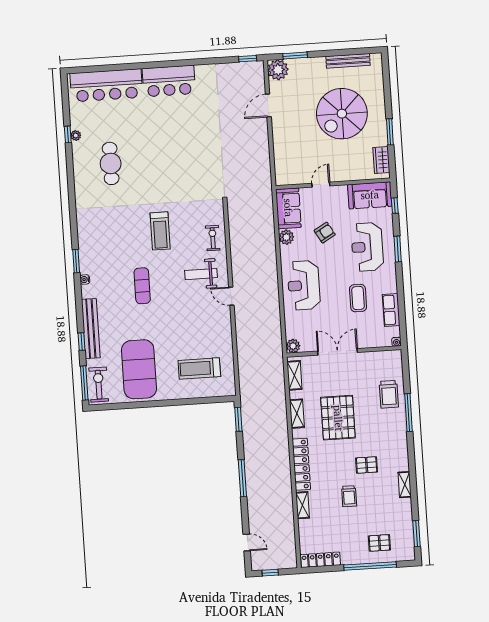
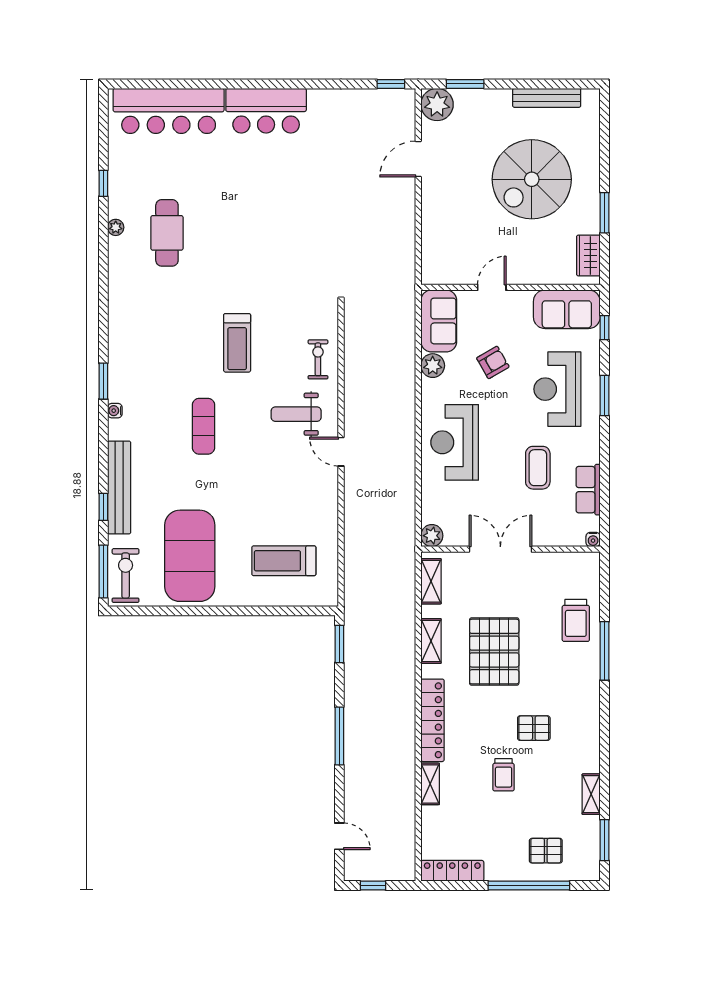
plant: (76, 136) -> (116, 227), moved
shelving: (405, 485) -> (591, 794), moved

